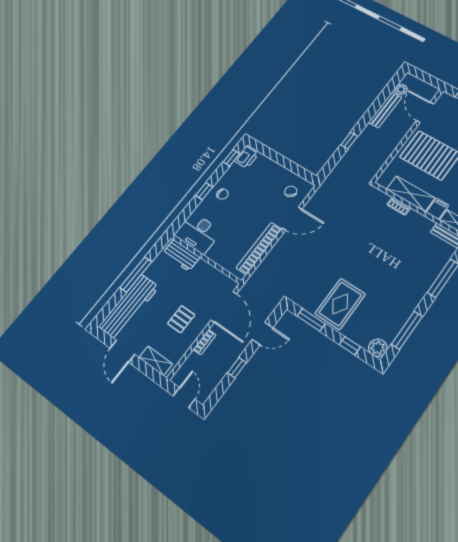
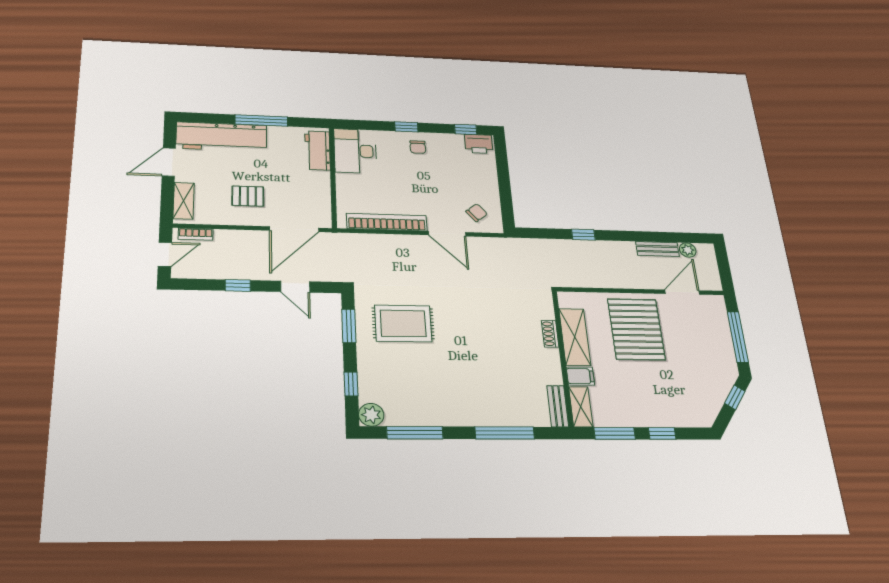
bench: (385, 110) -> (657, 249), width x0.73
rug: (340, 304) -> (403, 323), moved
bookcase: (205, 342) -> (196, 234), moved

